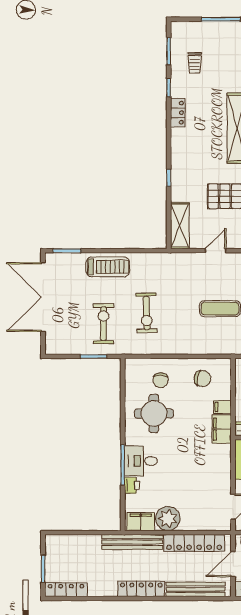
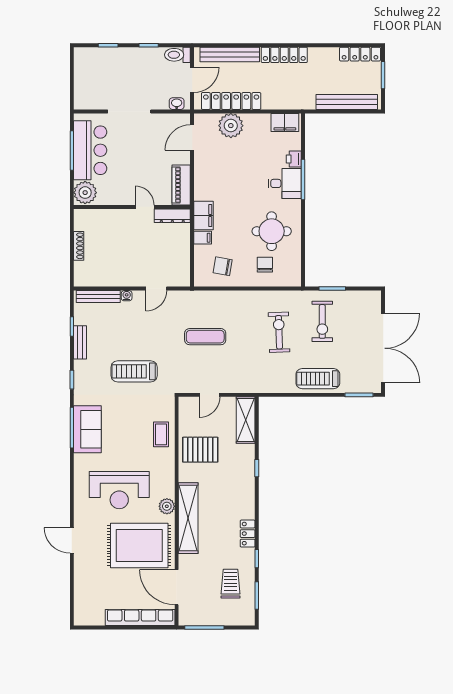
trolley: (195, 63) -> (231, 584), width x1.36, depth x1.39
plant: (168, 519) -> (231, 126), moved
bench: (132, 542) -> (347, 102), moved

